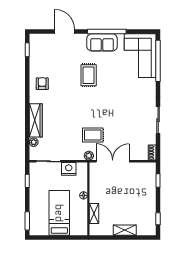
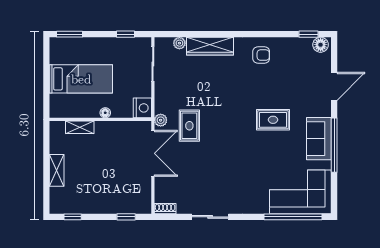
floor lamp: (35, 41) -> (321, 45), added
nightstand: (69, 169) -> (142, 108), moved

